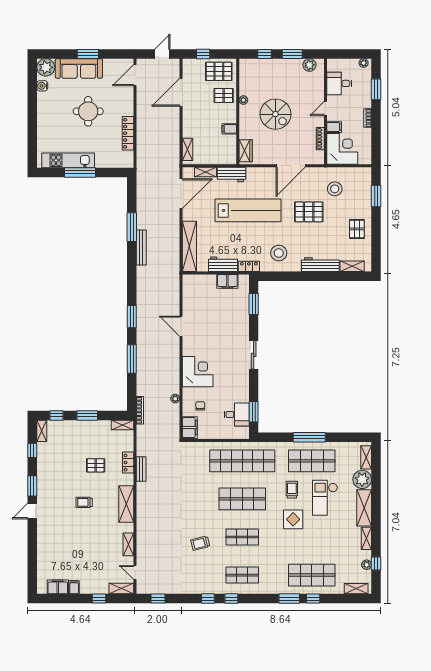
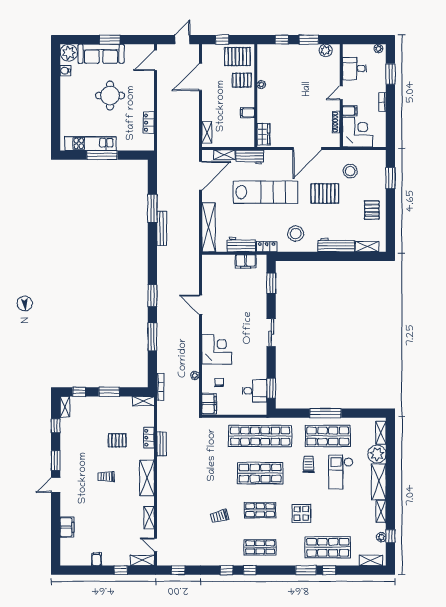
spiral stairs: (275, 114) -> (292, 98), removed
locker: (128, 133) -> (149, 123), width x0.66
display table: (293, 519) -> (301, 513), moved
filing cabinet: (58, 587) -> (67, 527), moved, turned 90

